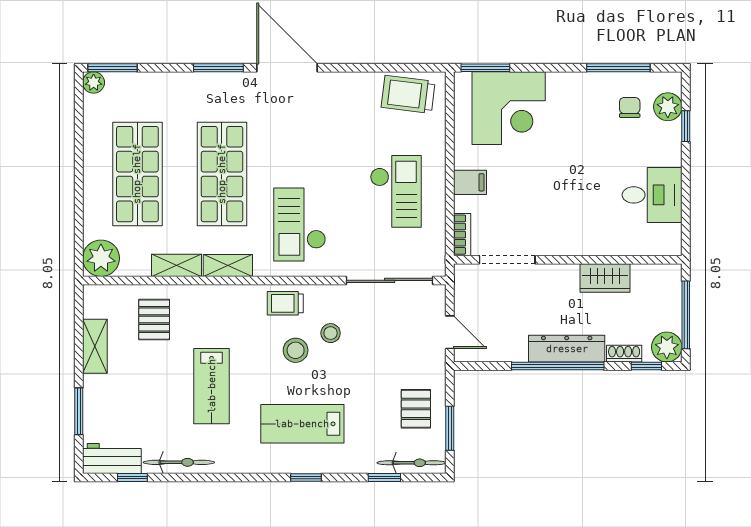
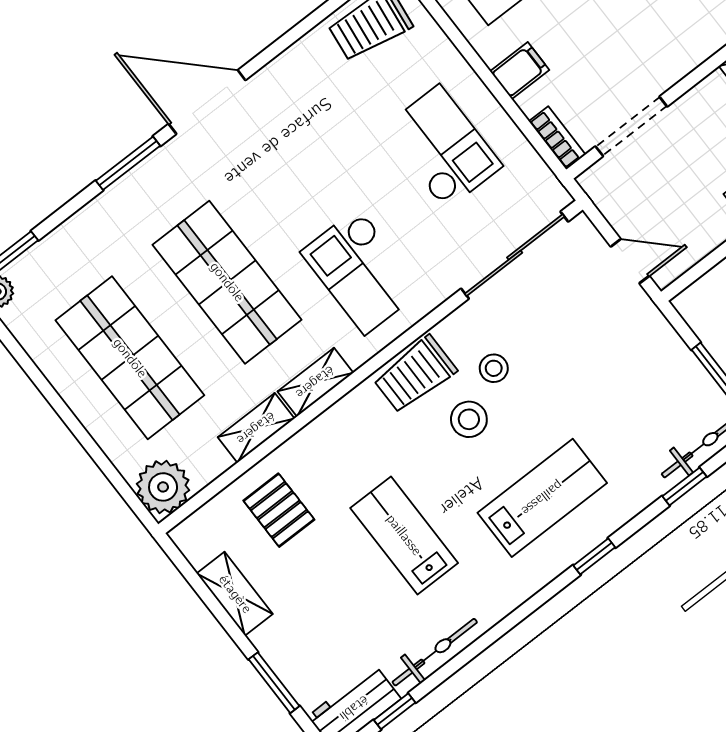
trolley: (285, 303) -> (415, 374), width x1.36, depth x1.39
lab bench: (212, 386) -> (404, 535), turned 180
pallet: (416, 409) -> (659, 379), removed
lab bench: (302, 424) -> (542, 498), turned 180

